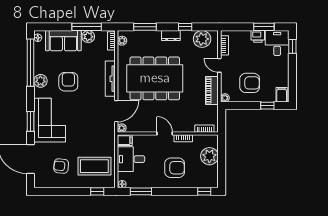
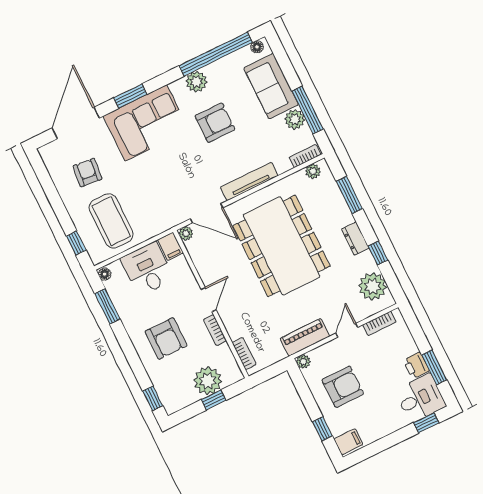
armchair: (250, 83) -> (343, 387), turned -90
window: (222, 158) -> (214, 400), added

